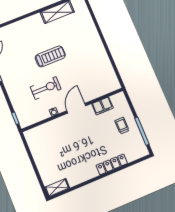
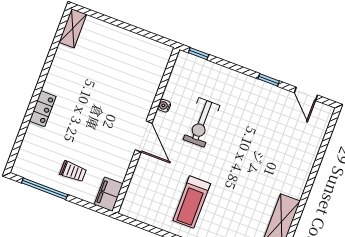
treadmill: (50, 56) -> (192, 202), moved
filing cabinet: (102, 106) -> (109, 194), moved
locker: (112, 164) -> (43, 109), width x0.66

